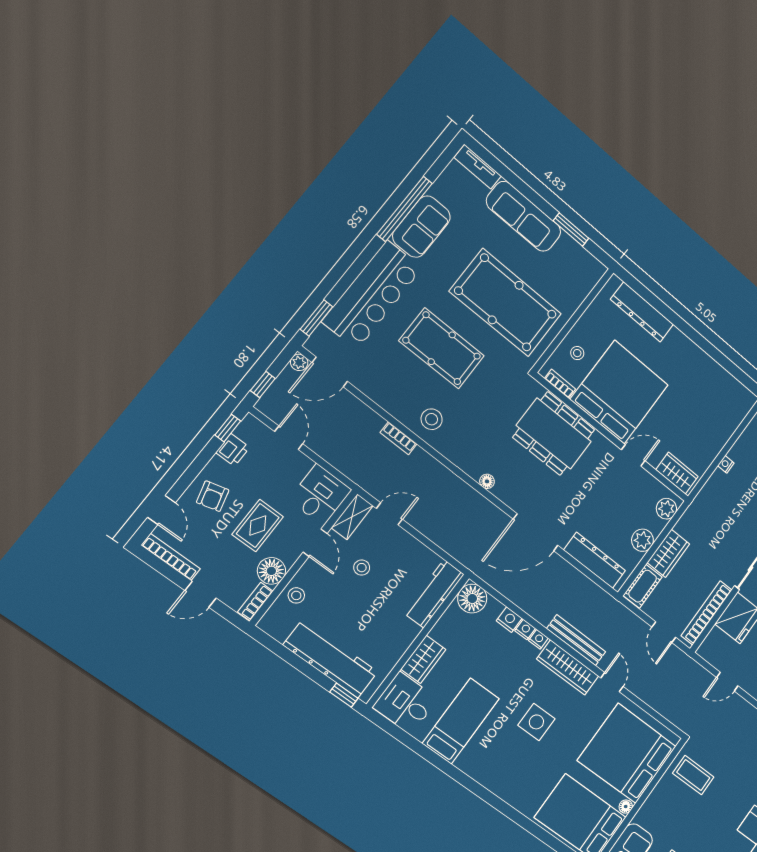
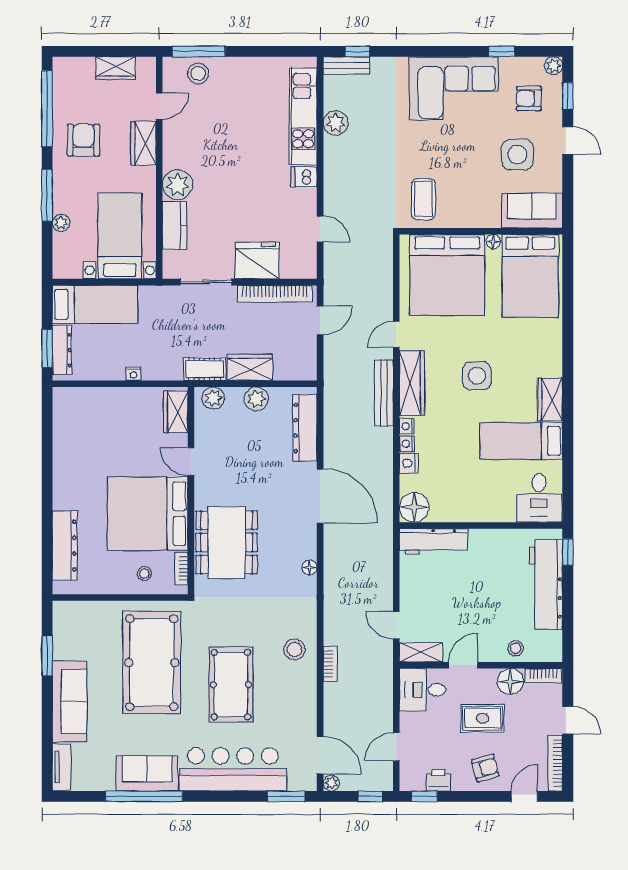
stool: (362, 568) -> (456, 615), removed
cot: (643, 586) -> (205, 369), moved
wardrobe: (423, 659) -> (550, 399), moved, turned -90

